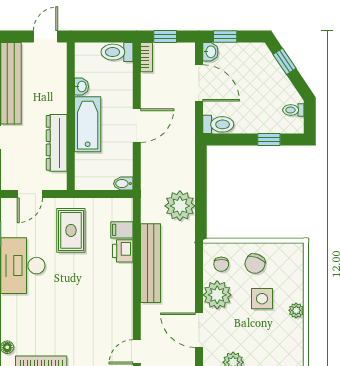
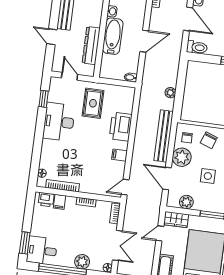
door: (30, 194) -> (70, 76), swing flipped
plant: (180, 206) -> (170, 93), width x0.53, depth x0.53
filing cabinet: (122, 230) -> (120, 155), moved
printer: (123, 251) -> (121, 127), width x1.87, depth x1.48
bench: (150, 263) -> (164, 136), moved
side table: (262, 299) -> (208, 176), moved

